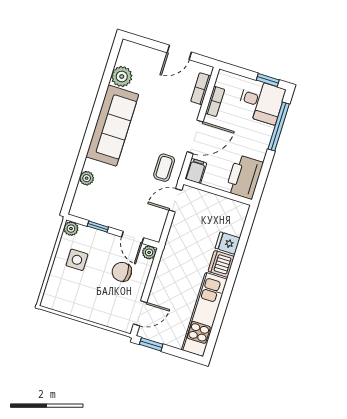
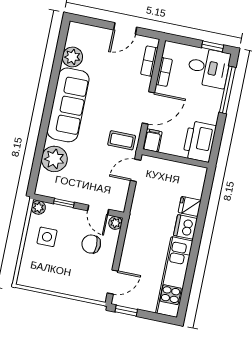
coffee table: (164, 168) -> (122, 140), turned 90
plant: (87, 178) -> (54, 159), width x1.88, depth x1.88

